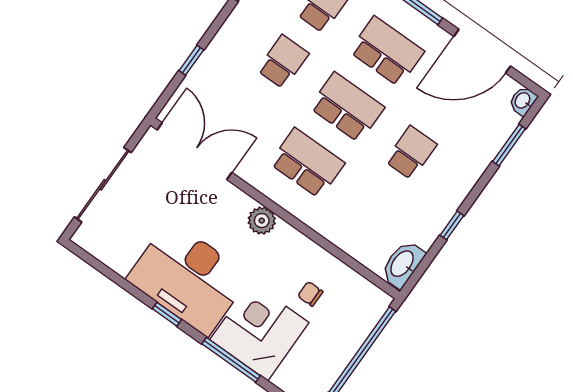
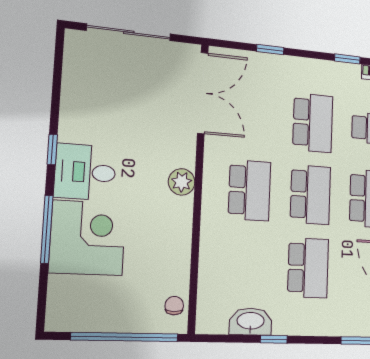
school desk: (283, 62) -> (313, 123), width x1.85
school desk: (411, 153) -> (308, 268), width x1.85
washbasin: (403, 264) -> (251, 322), moved
desk: (188, 278) -> (85, 172), width x0.53, depth x0.77
chair: (310, 294) -> (174, 306), moved

